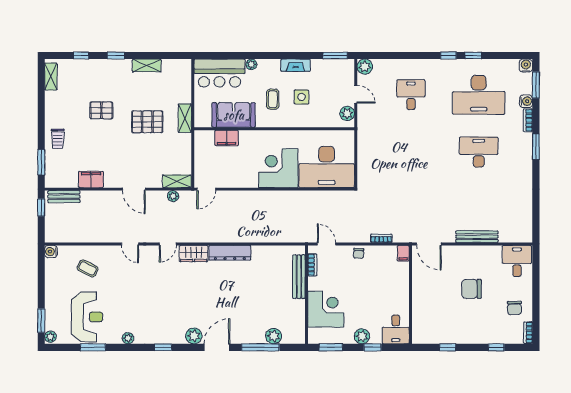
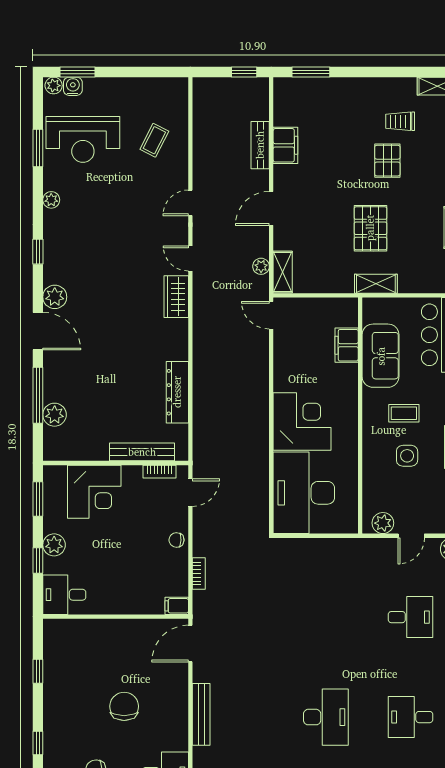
desk: (479, 95) -> (411, 717), width x0.53, depth x0.77
trolley: (58, 139) -> (400, 121), moved
bench: (64, 197) -> (260, 145), moved
water cooler: (51, 252) -> (73, 86), moved
dresser: (230, 253) -> (177, 392), moved

